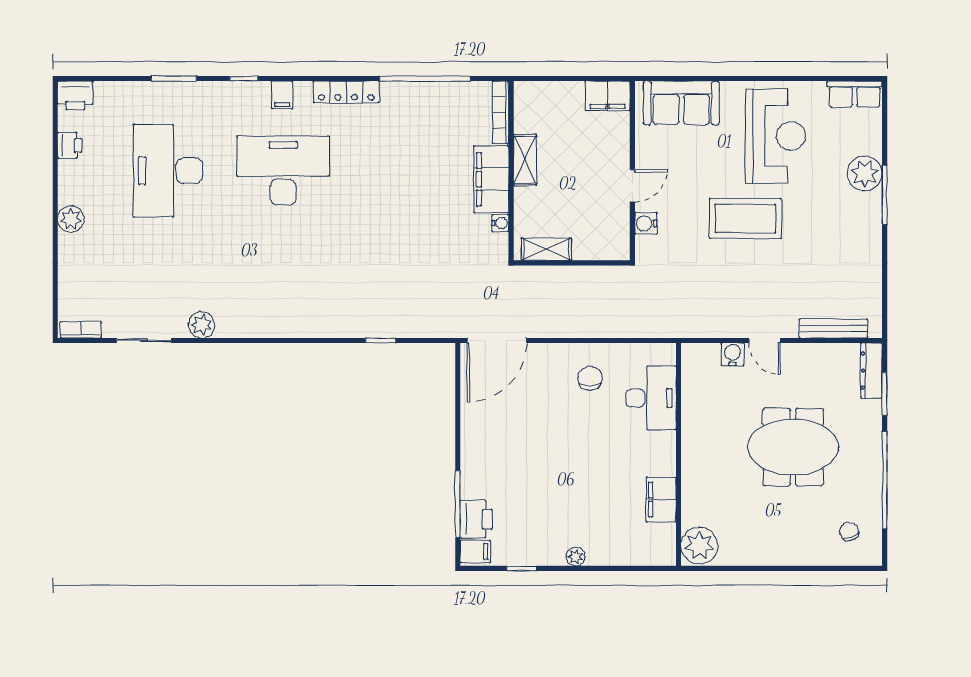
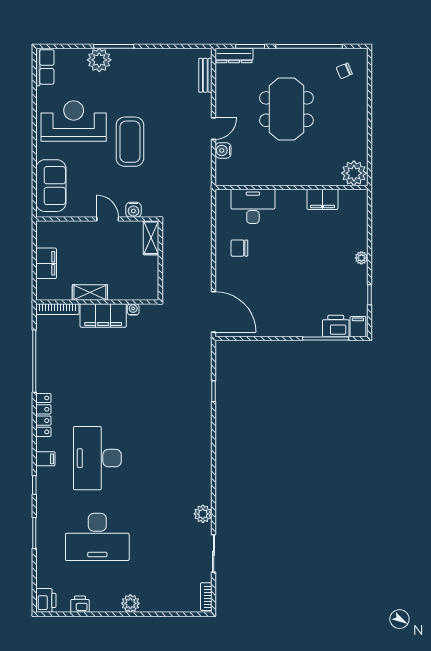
filing cabinet: (608, 96) -> (46, 263), moved
shelving: (546, 249) -> (151, 238), moved
bench: (833, 328) -> (205, 75), width x0.73

